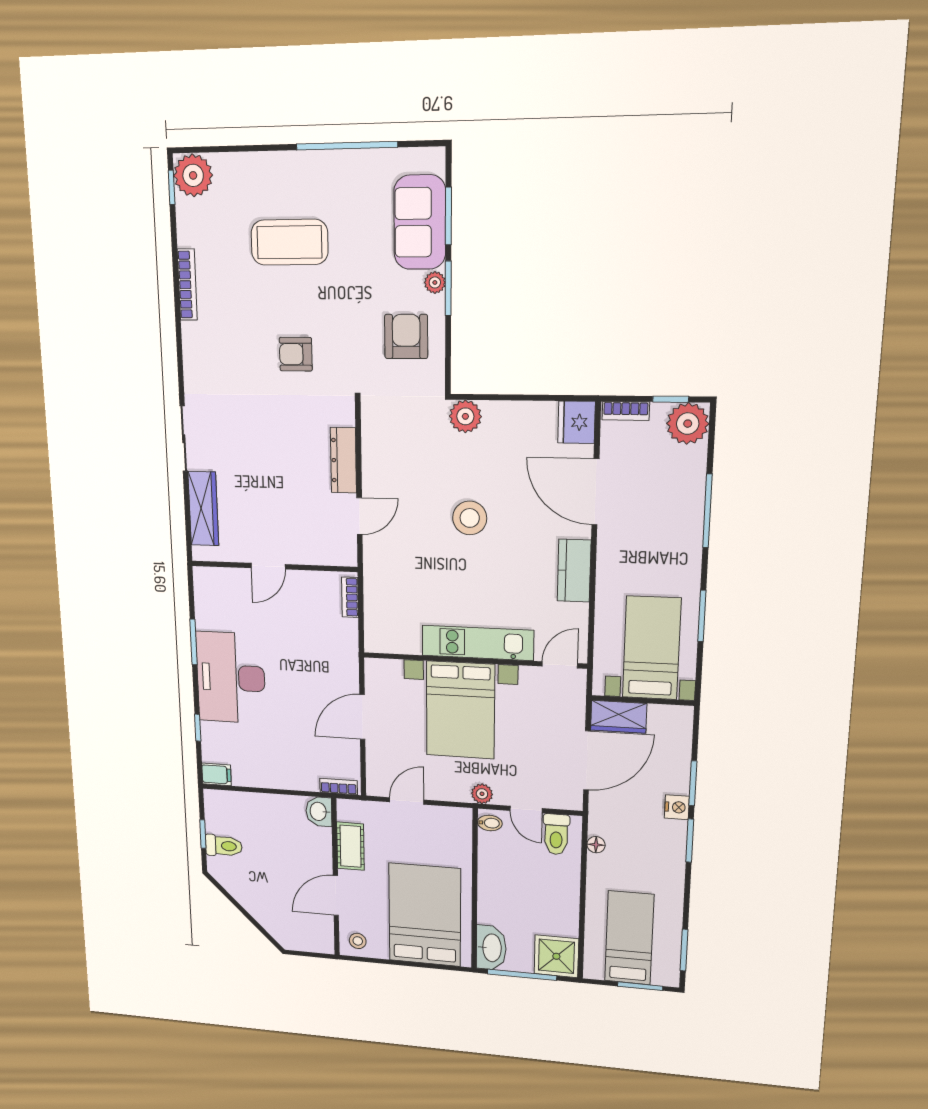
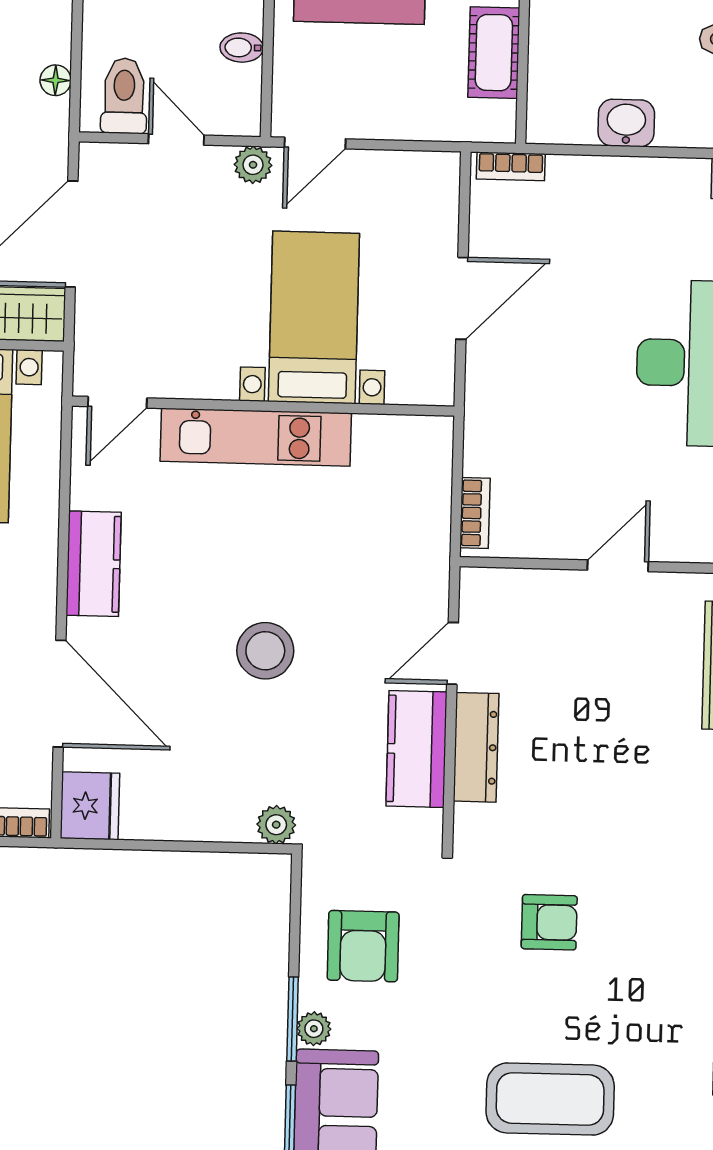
plant: (465, 416) -> (276, 825), width x0.73, depth x0.73
kitchen counter: (378, 459) -> (417, 749), added
bed with nightstands: (460, 710) -> (314, 317), width x0.73
door: (407, 801) -> (315, 143), moved
washbasin: (319, 811) -> (626, 123), moved, turned -90
bidet: (490, 823) -> (242, 48), moved

